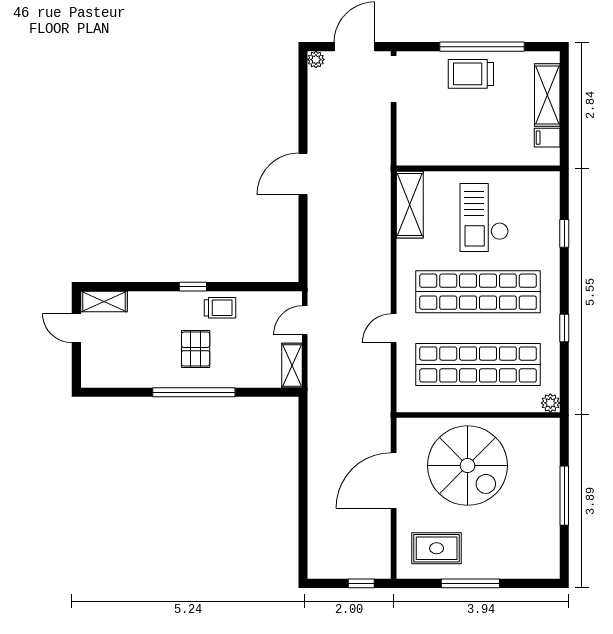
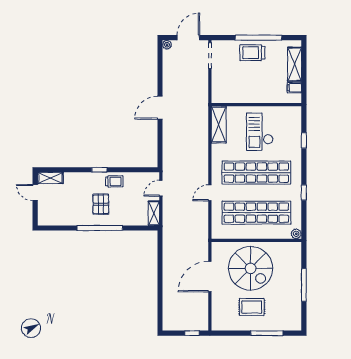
rug: (437, 548) -> (252, 307), moved
window: (470, 583) -> (267, 333), moved

